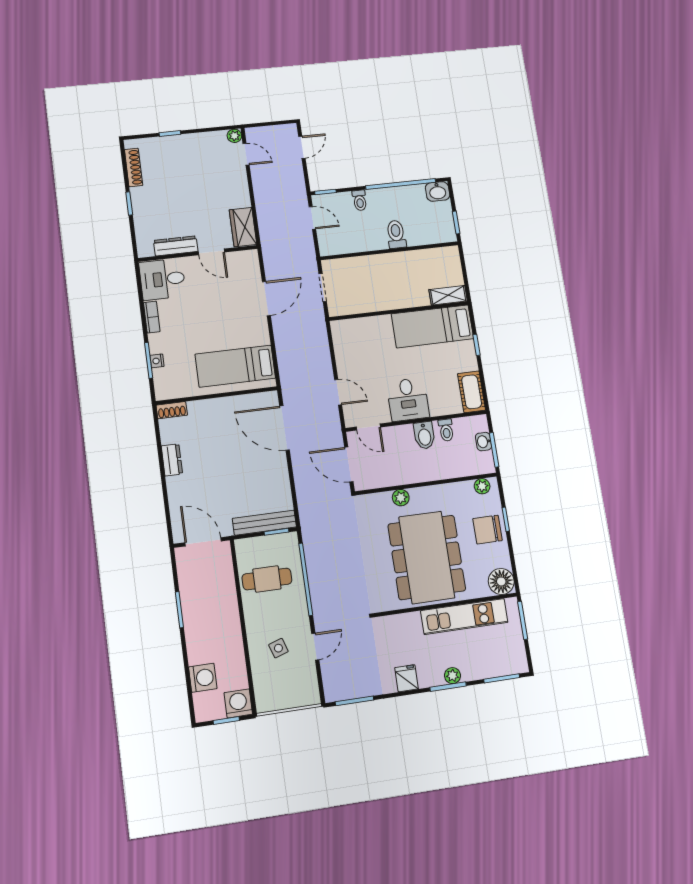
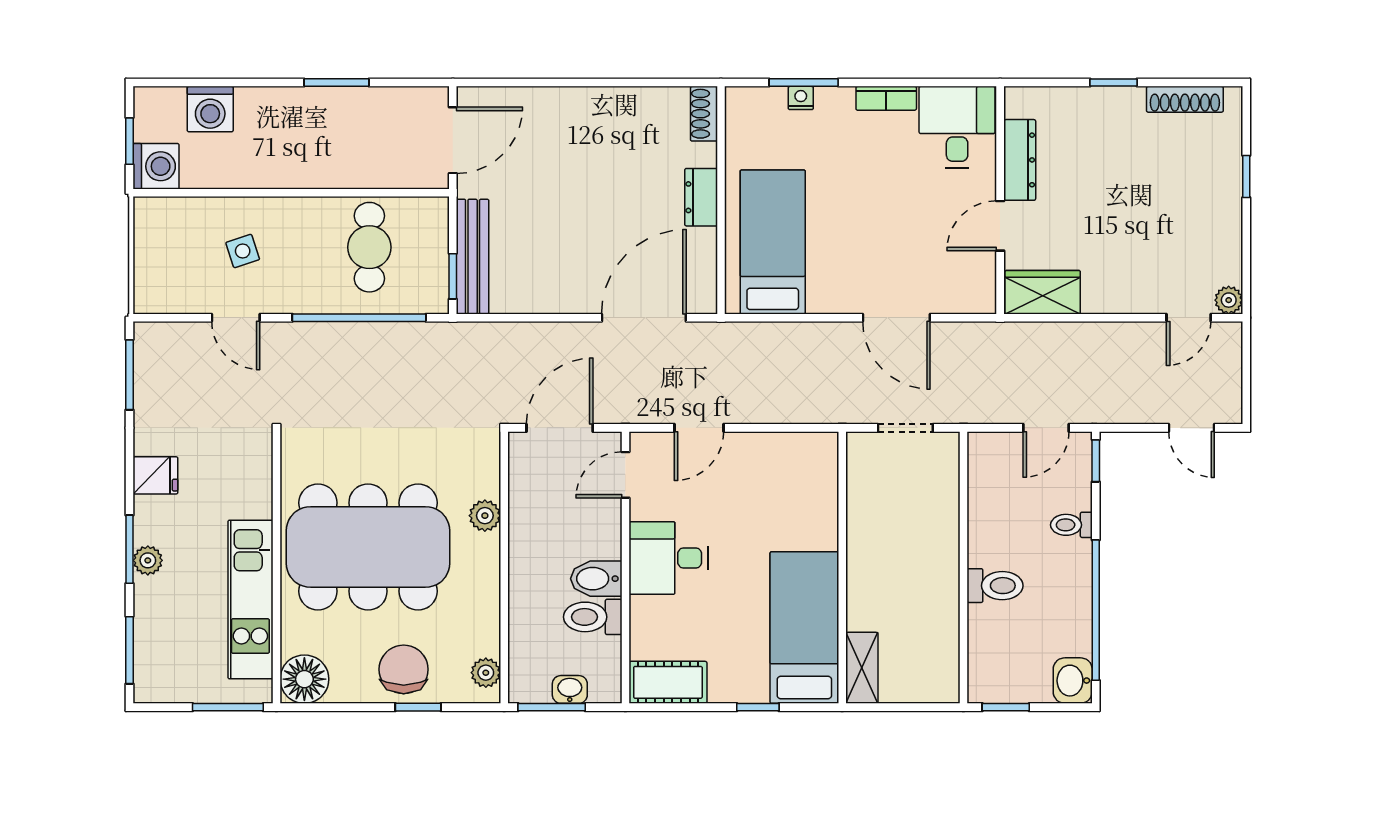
toilet: (446, 430) -> (593, 617), width x1.37, depth x1.39
dresser: (172, 460) -> (701, 197), moved, turned 90

